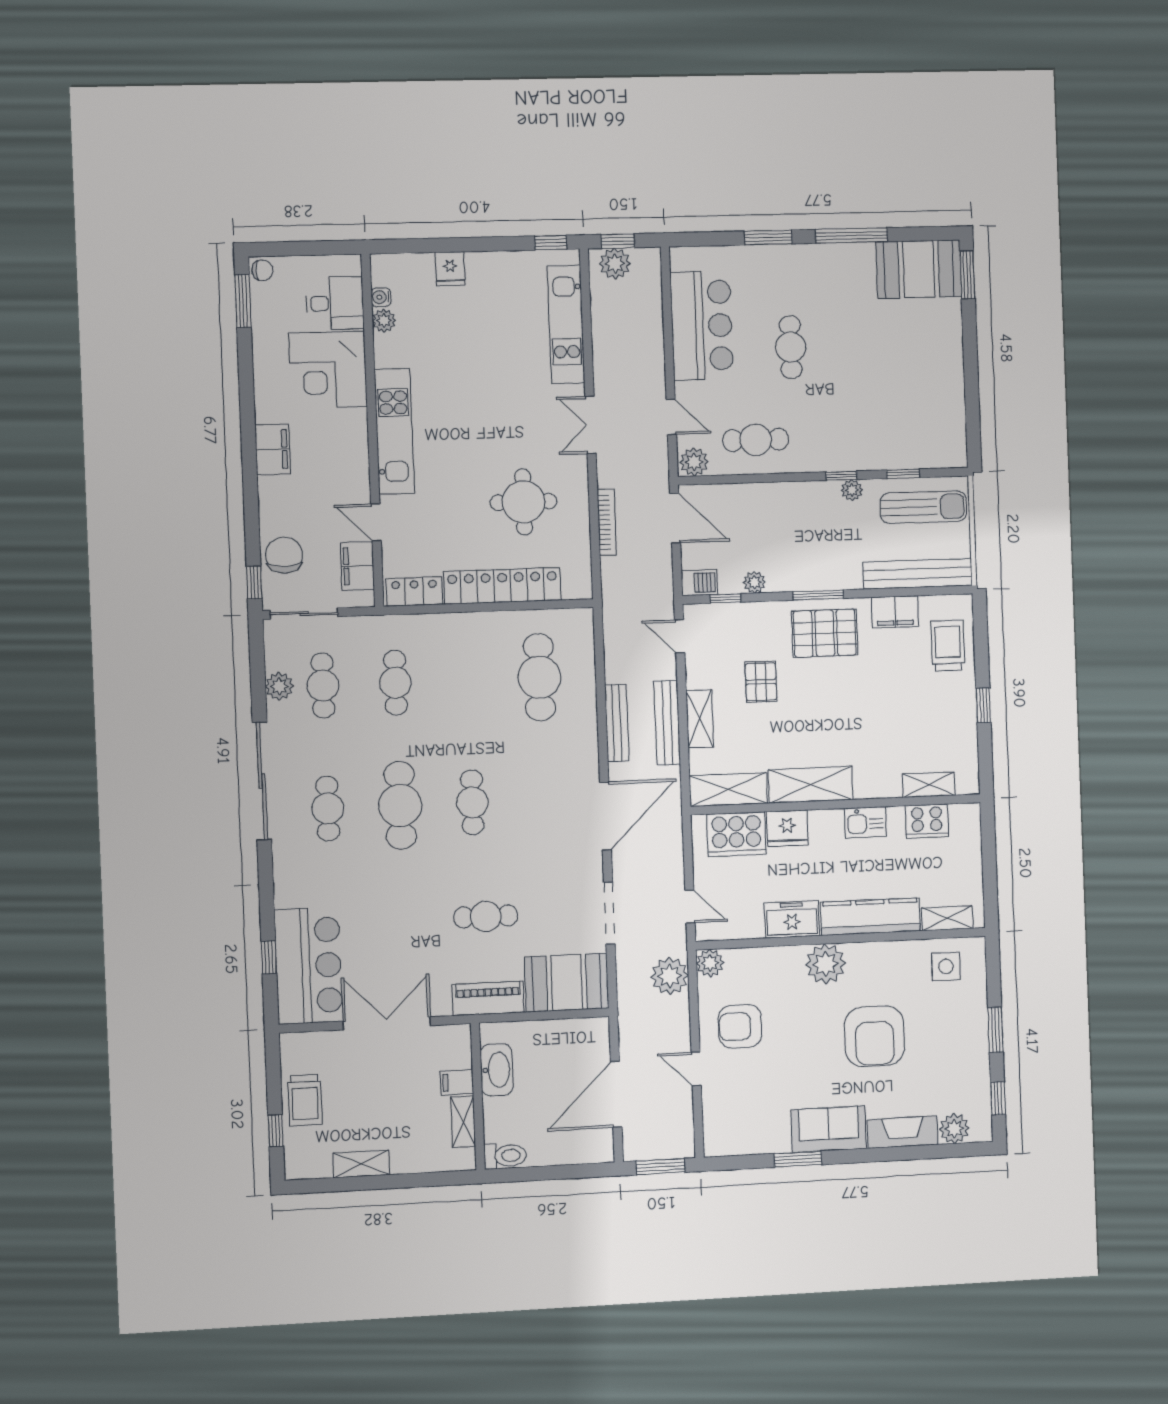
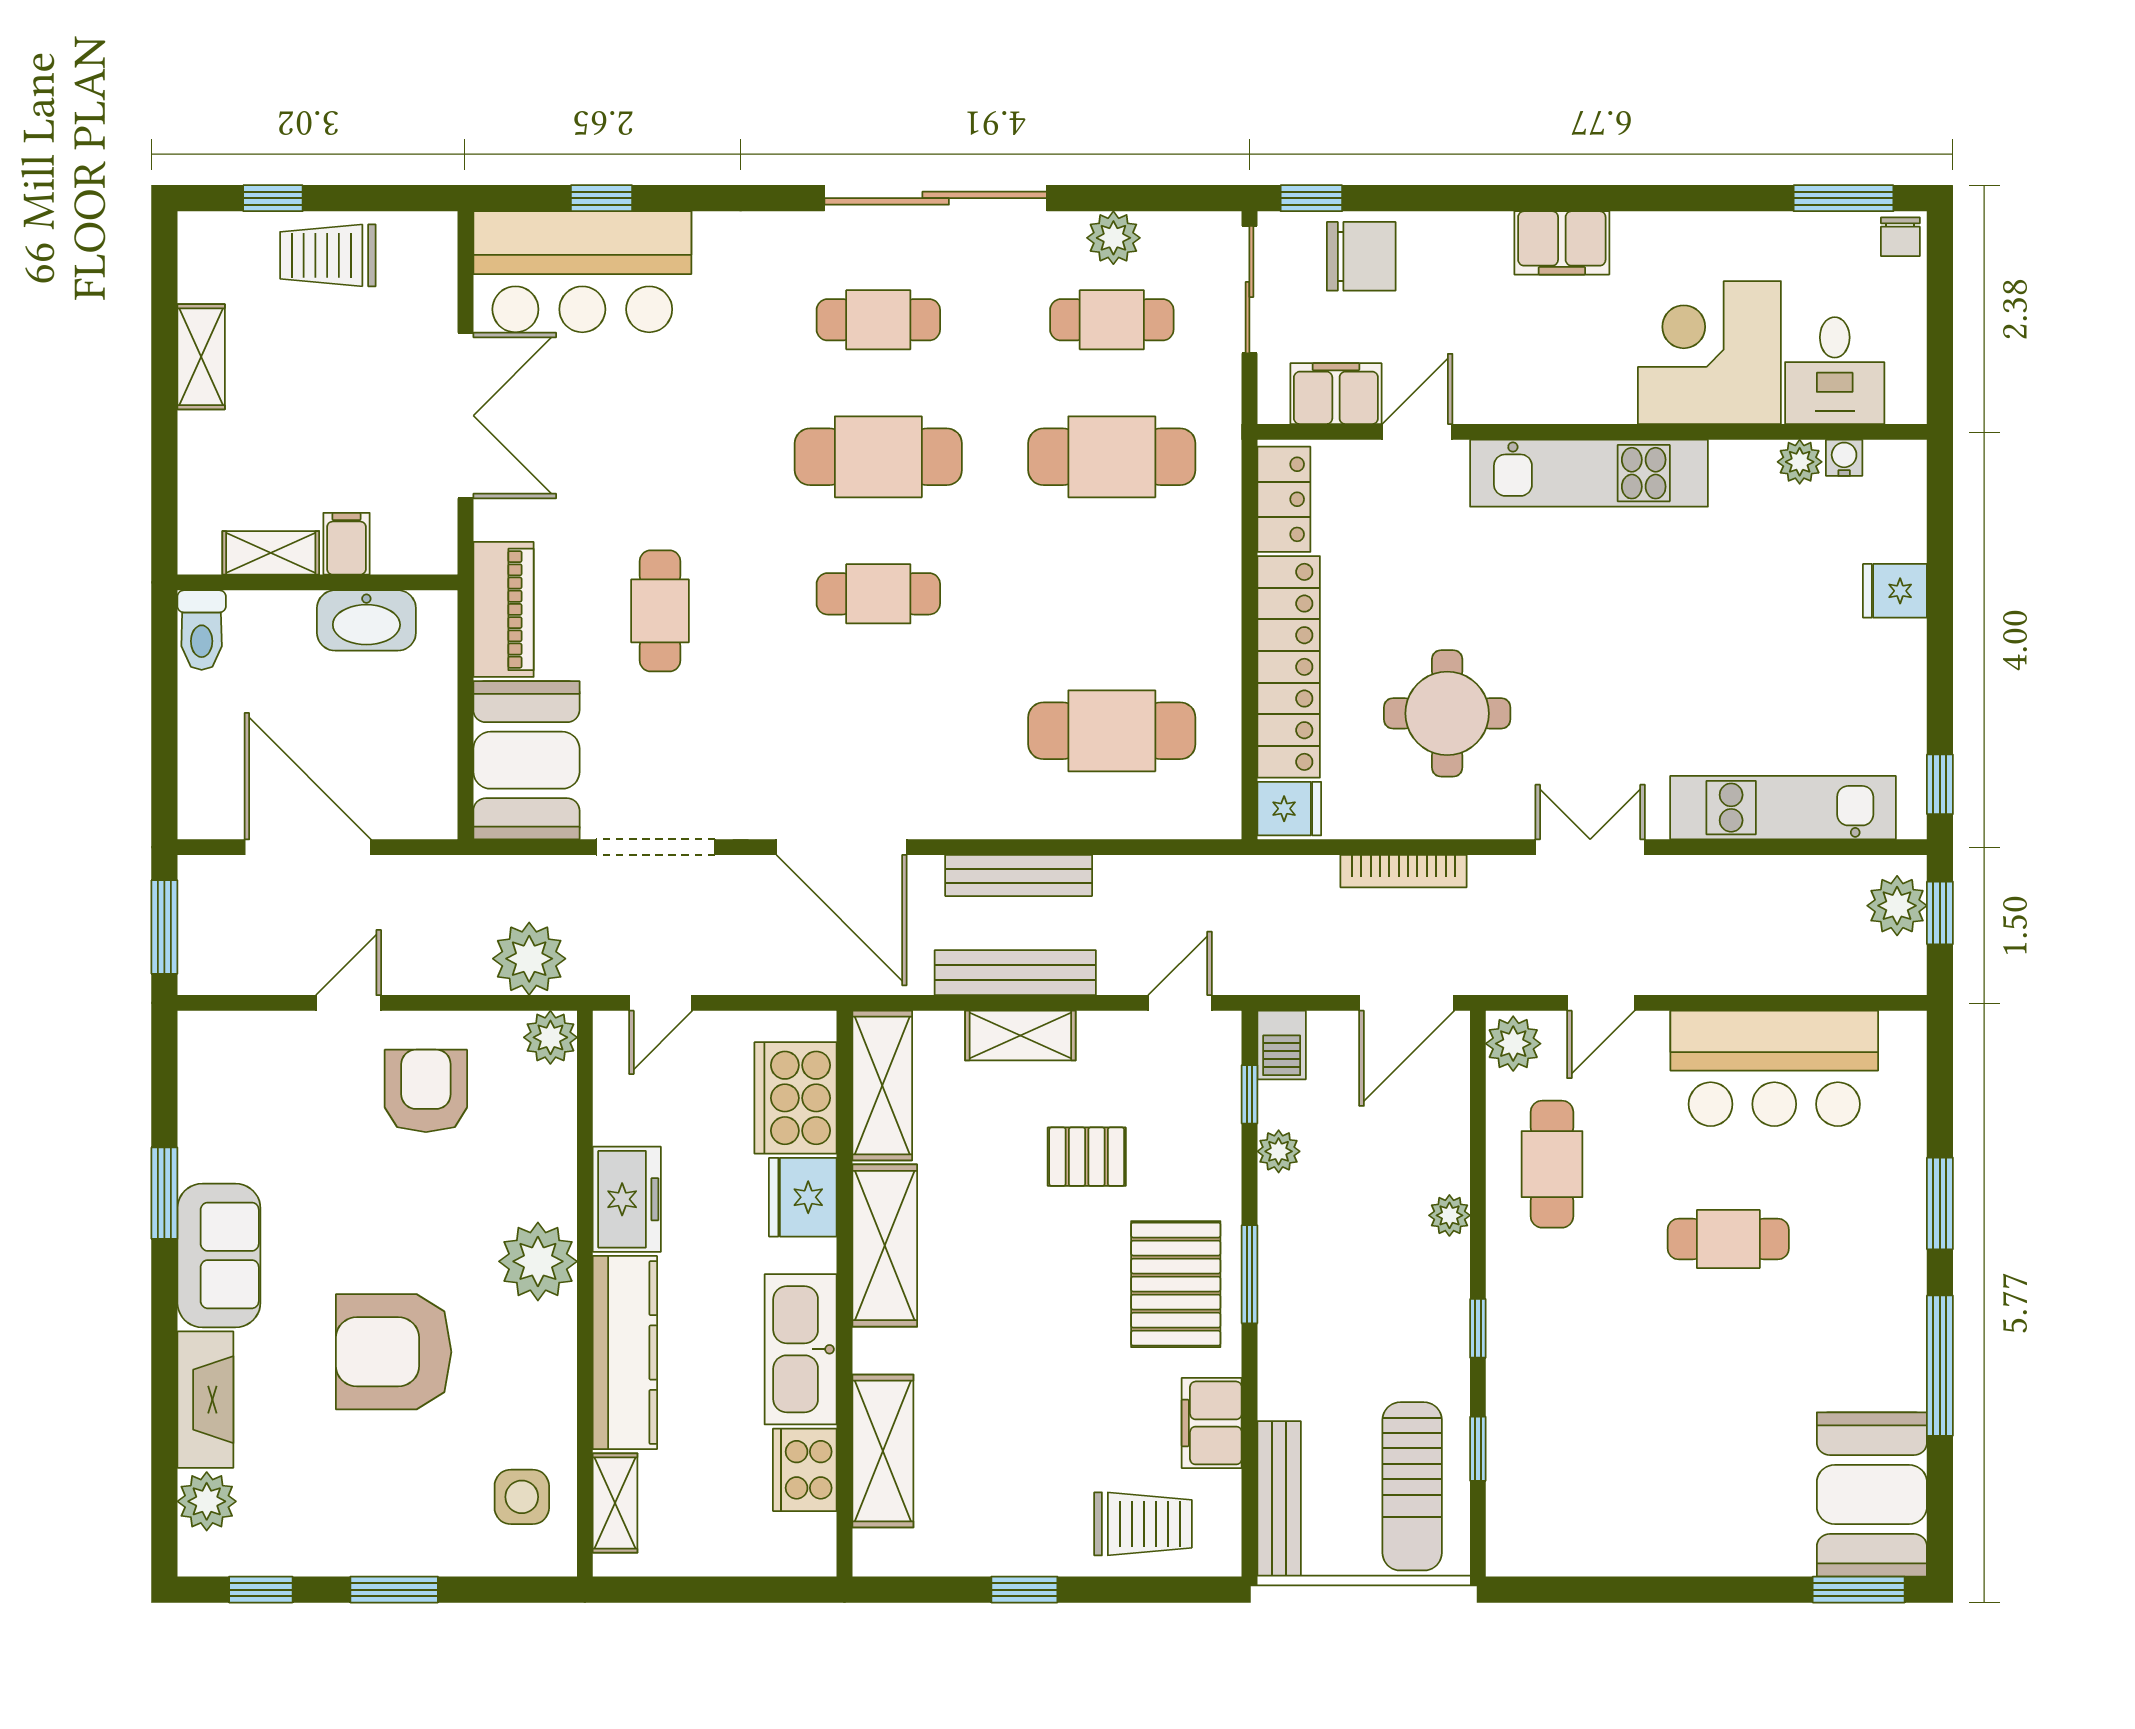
plant: (852, 490) -> (1449, 1215), moved
bench: (918, 574) -> (1279, 1499), width x0.73, depth x0.82
fridge: (577, 583) -> (1289, 809), added
cafe table: (395, 683) -> (1112, 457), width x1.37, depth x1.35
shelving: (929, 785) -> (883, 1451), width x1.50, depth x1.33
kitchen sink: (865, 822) -> (801, 1349), width x1.88, depth x1.24

